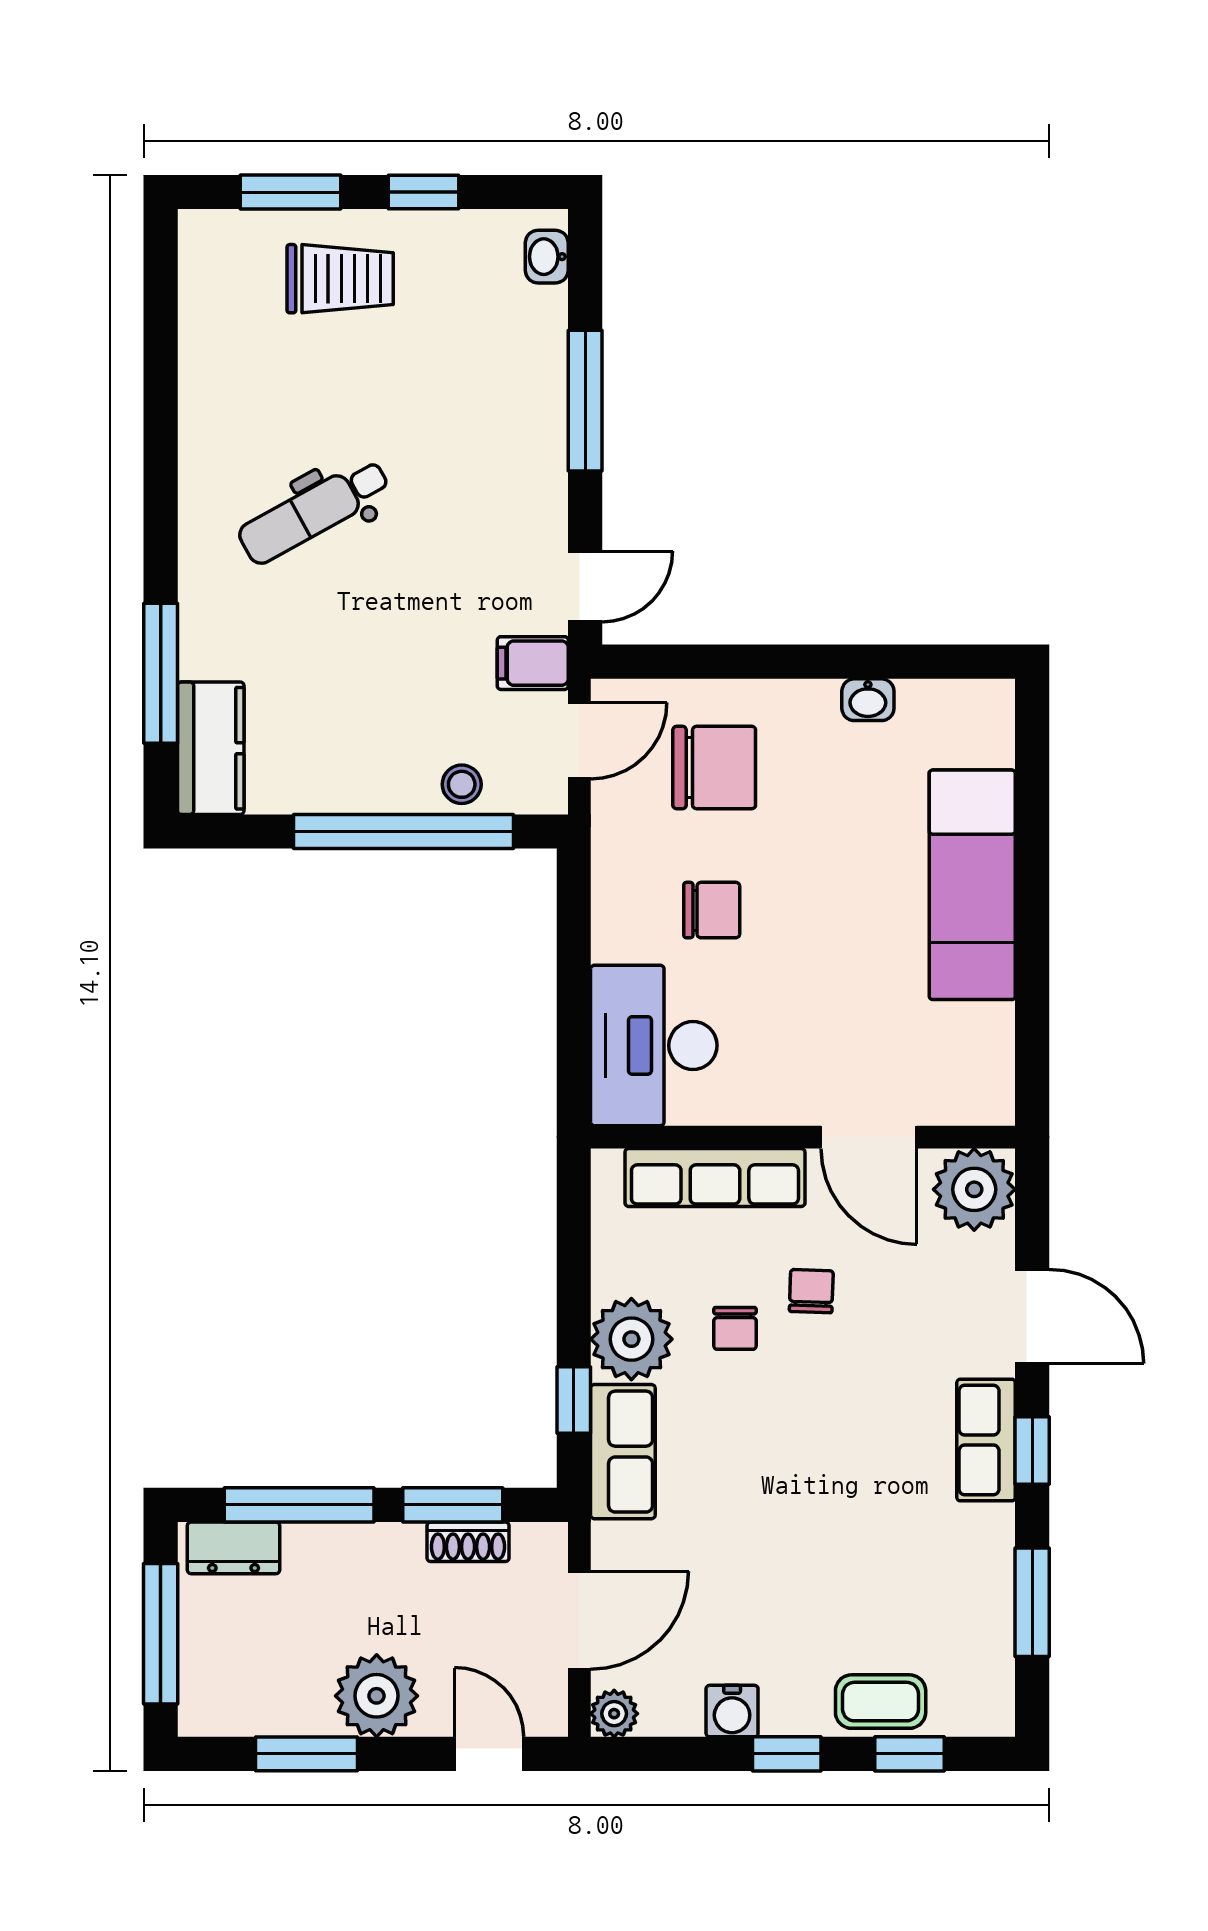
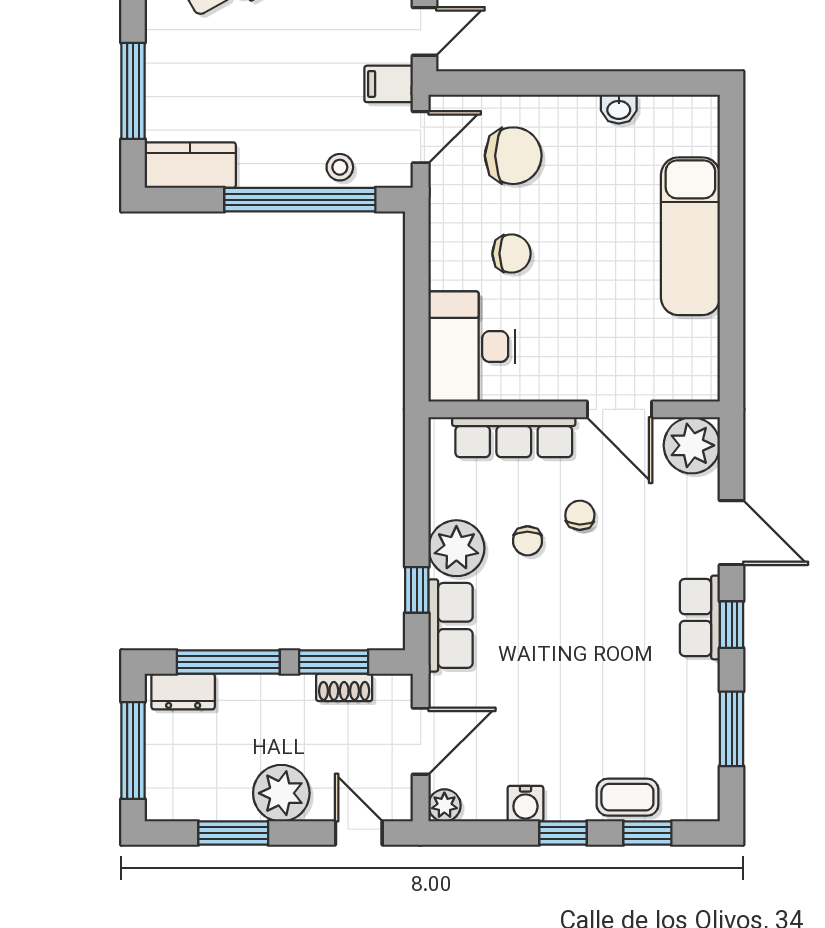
kitchen counter: (211, 748) -> (190, 165), moved, turned -90

